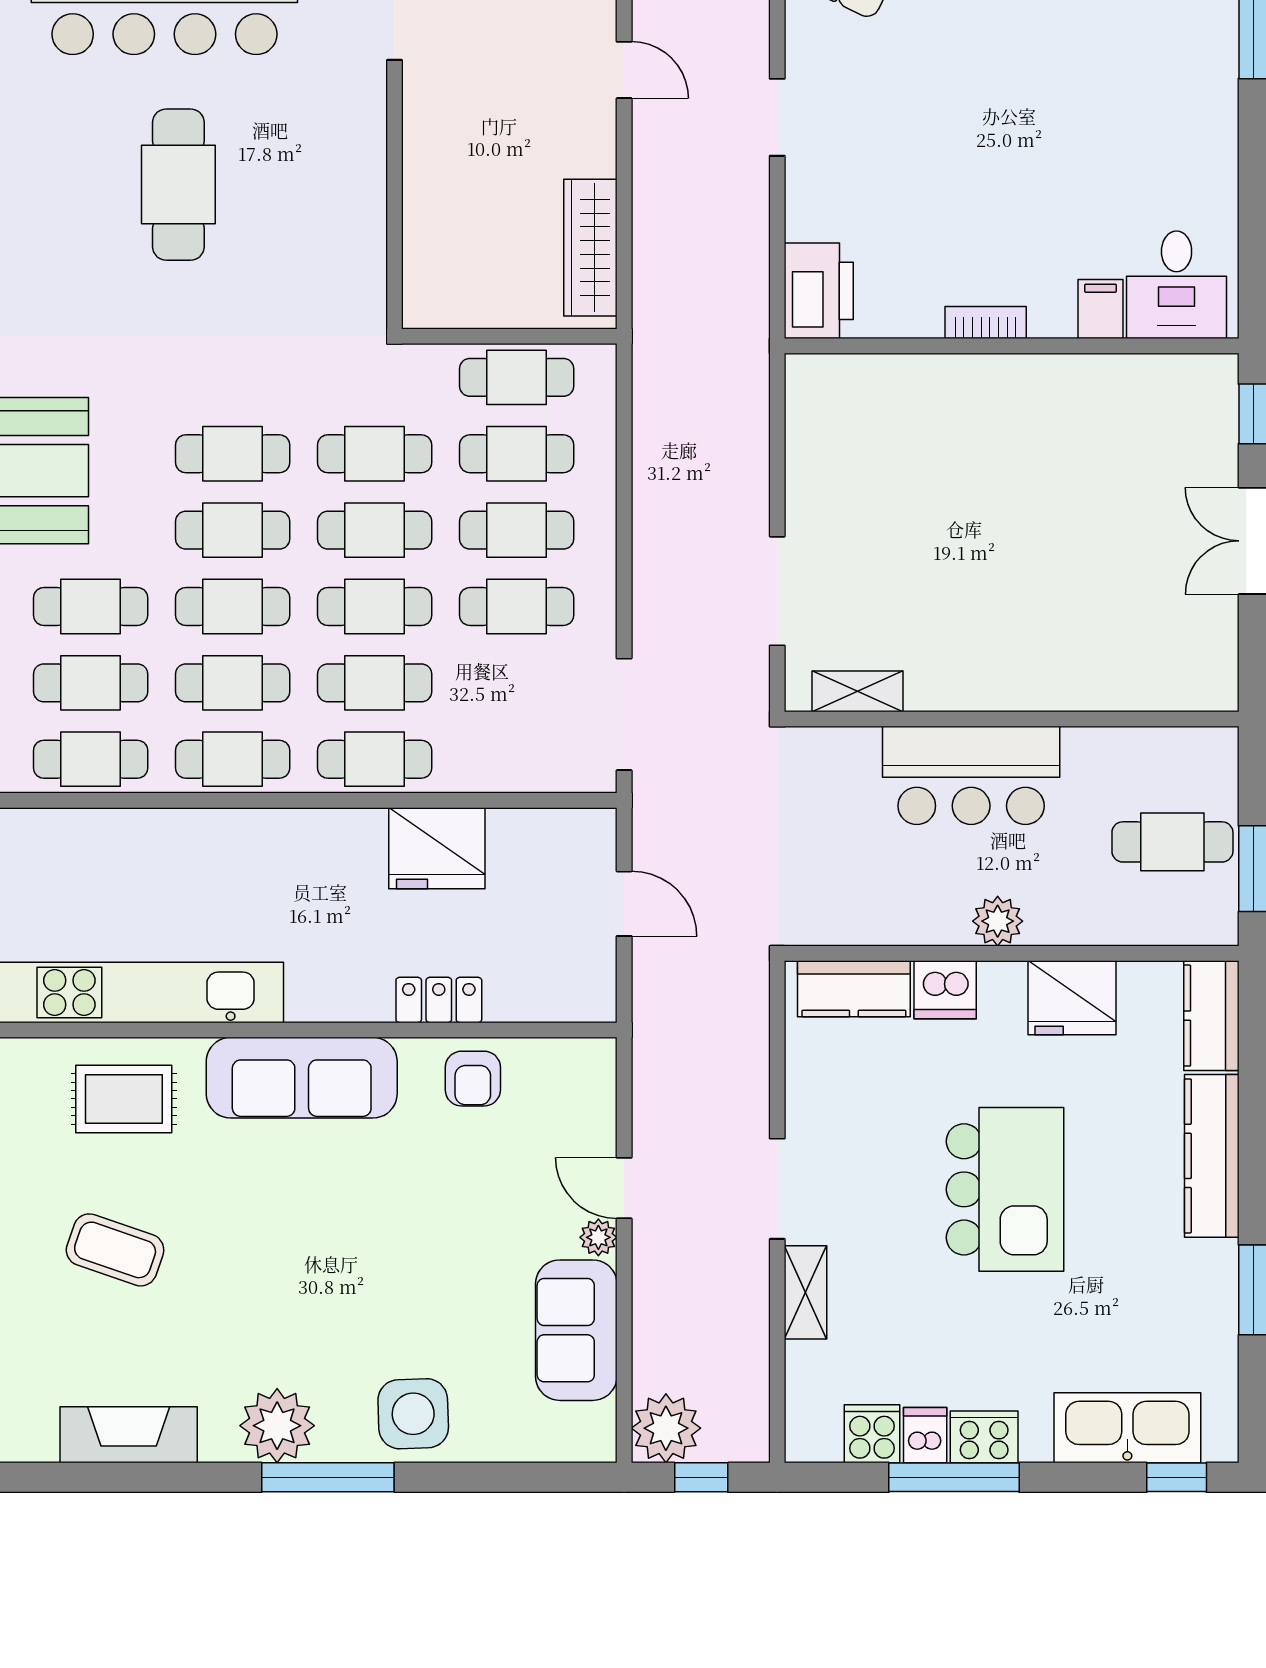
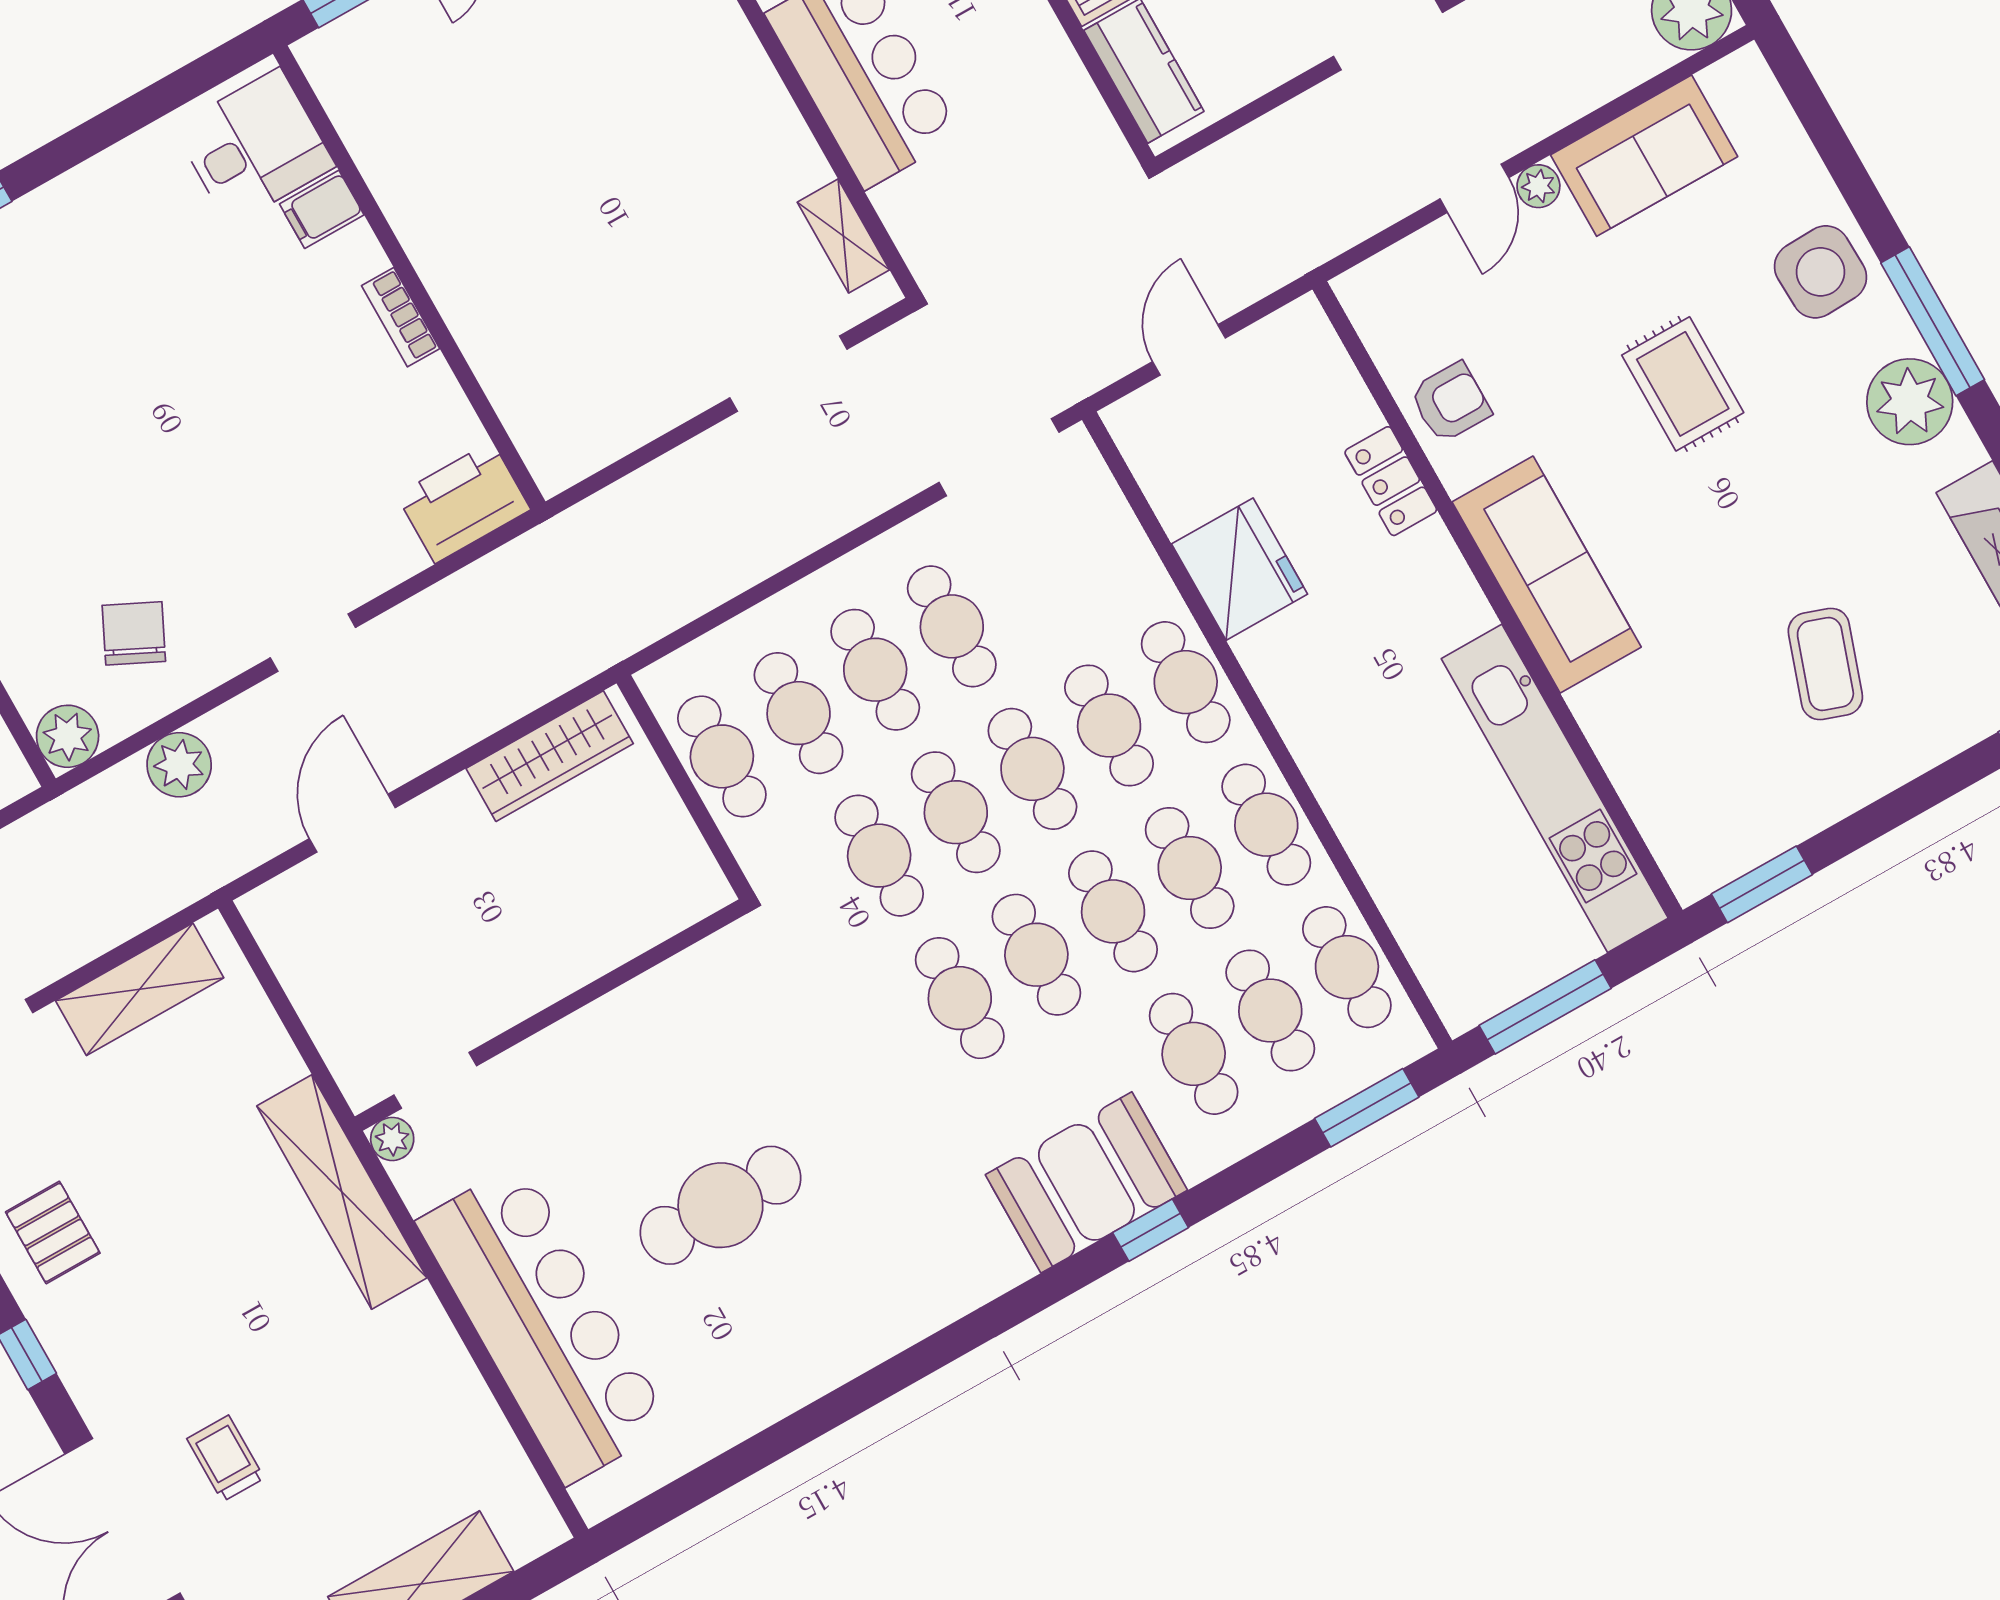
door: (624, 70) -> (352, 823), width x1.38
rug: (124, 1099) -> (1683, 384), moved

